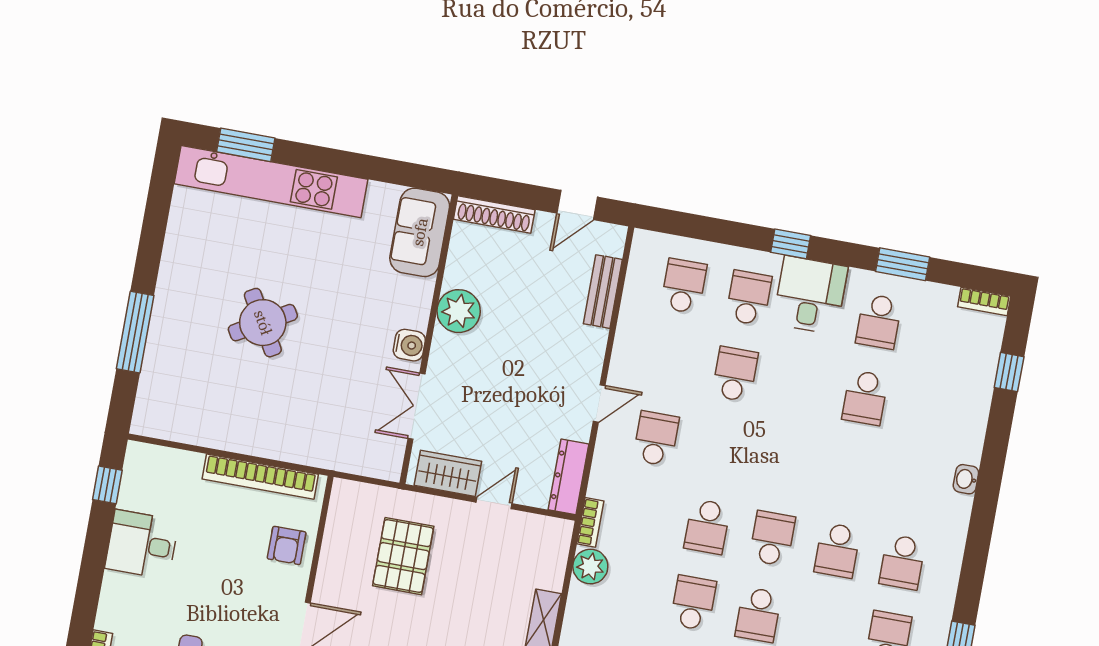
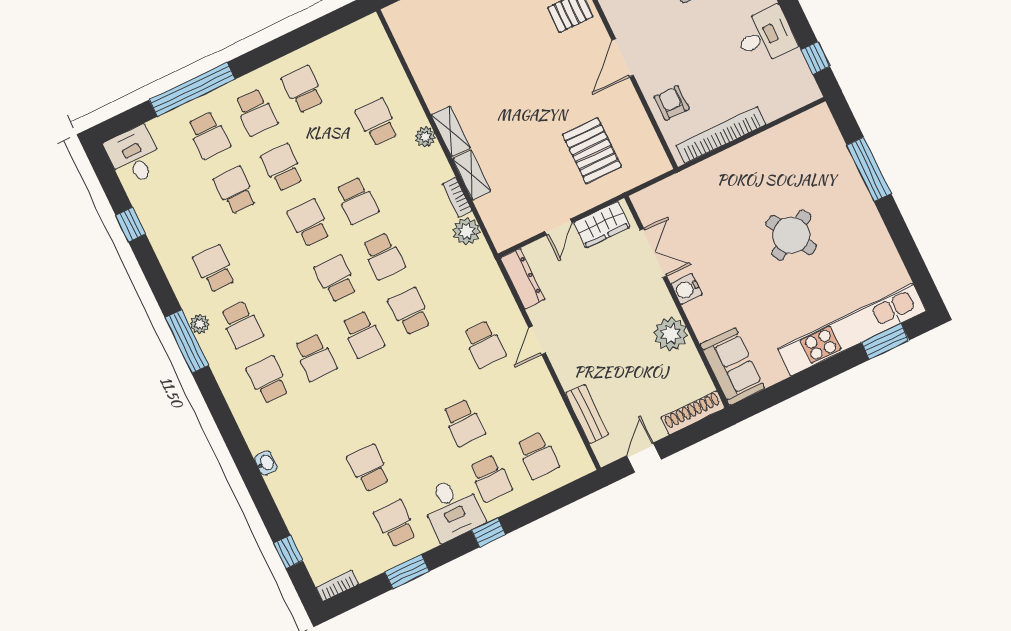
bookcase: (590, 522) -> (457, 197), moved
school desk: (837, 550) -> (315, 357), turned 180

